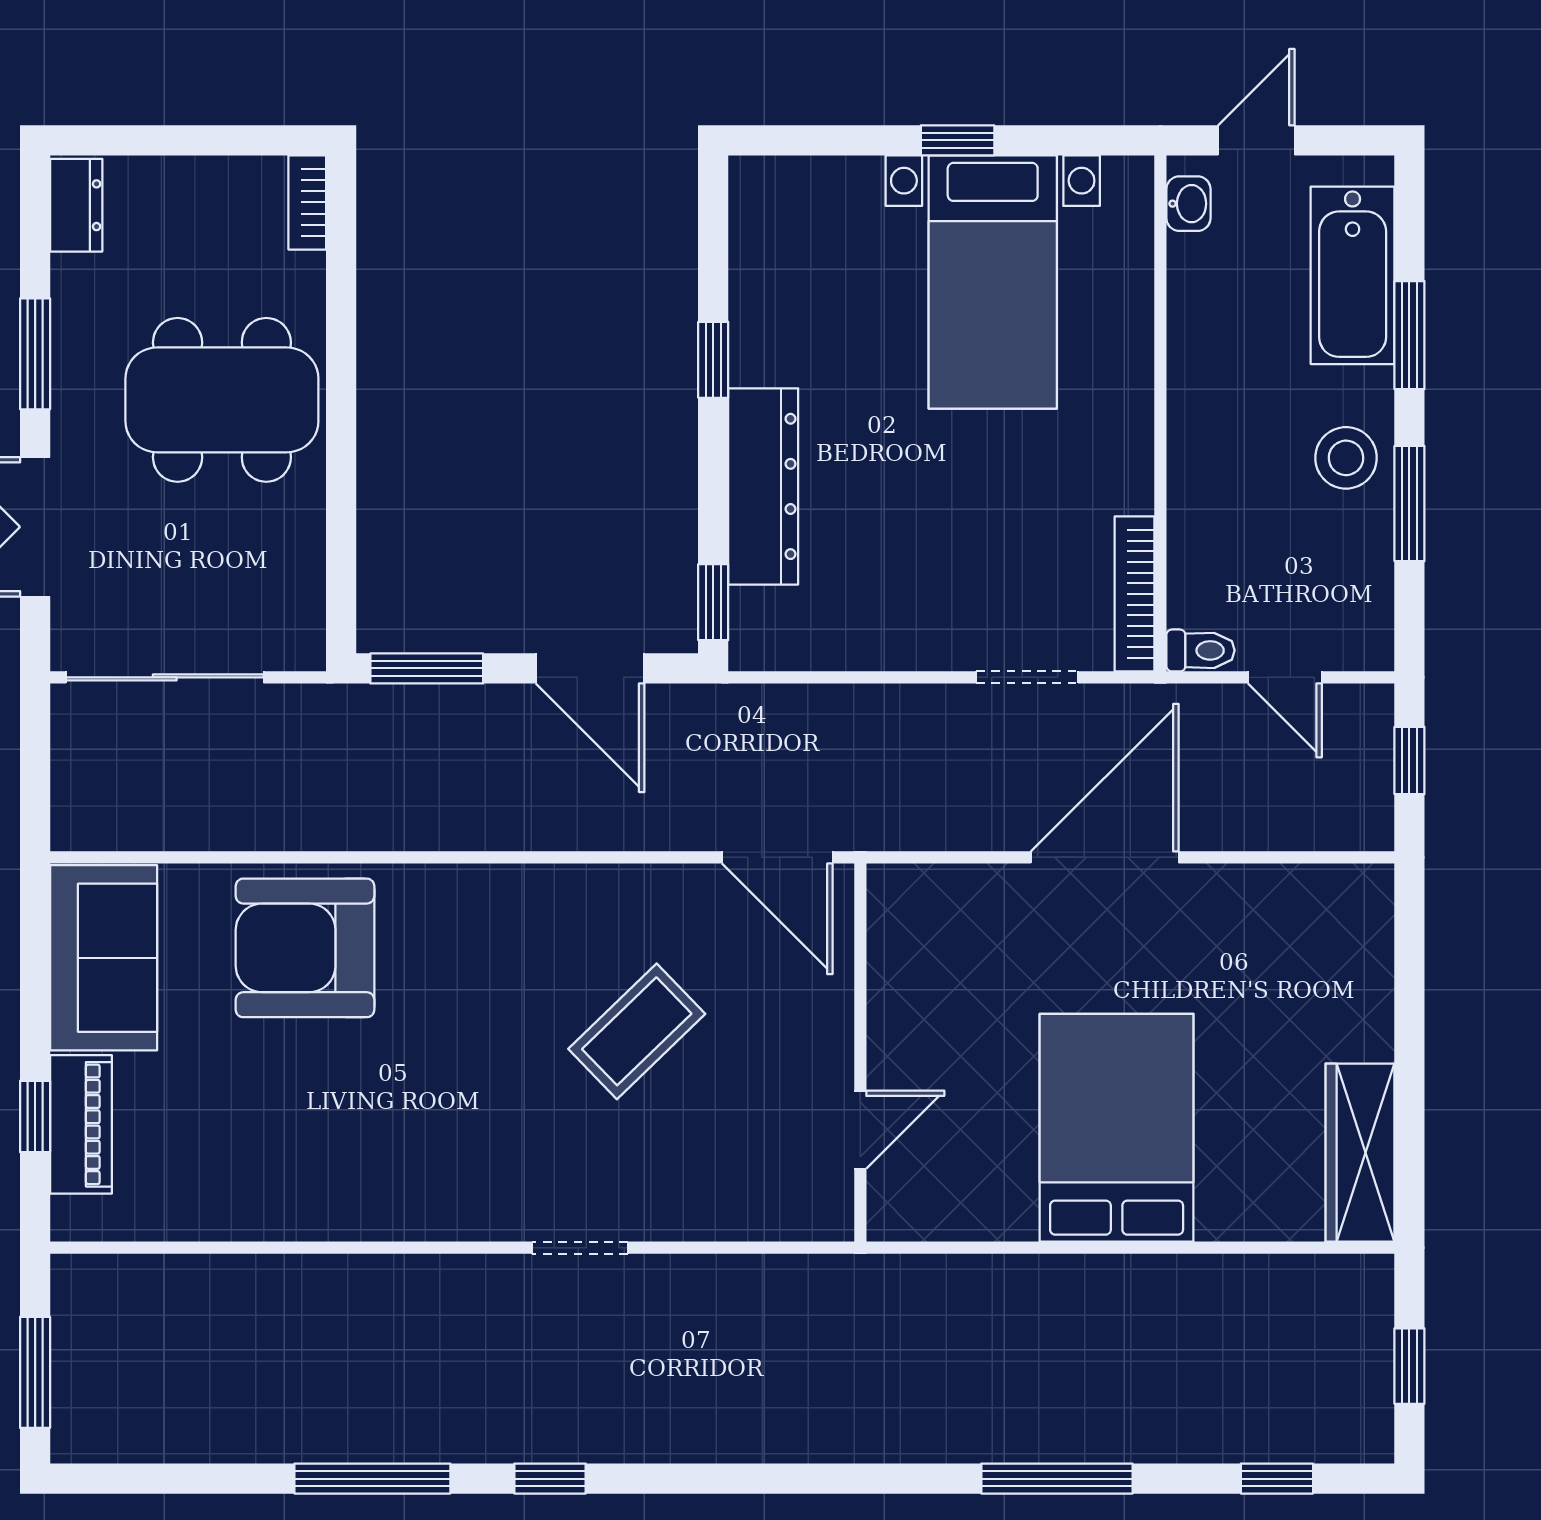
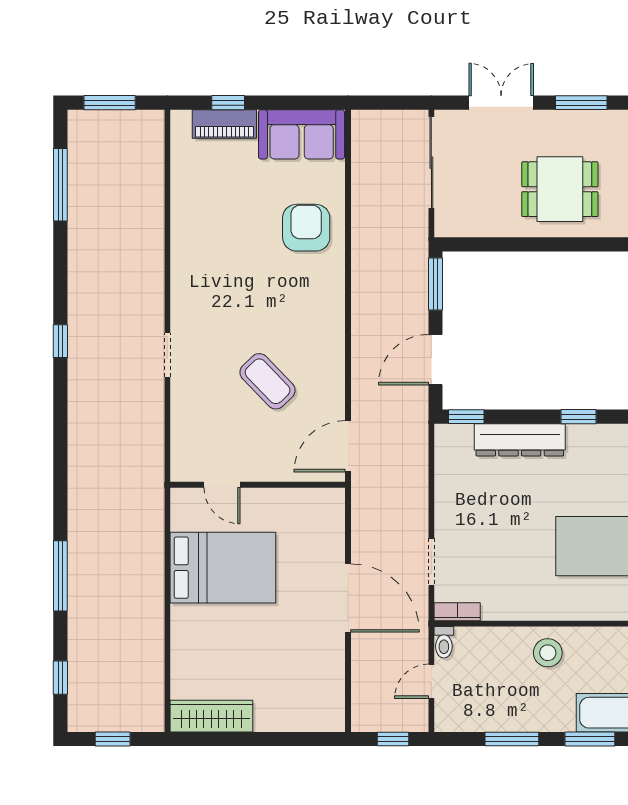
dining table: (222, 400) -> (560, 189), width x0.73
stool: (1346, 458) -> (548, 653), moved
bookcase: (1134, 594) -> (457, 612), width x0.64
armchair: (305, 948) -> (306, 228), width x0.73, depth x0.73
bed: (1117, 1128) -> (223, 568), moved
window: (372, 1479) -> (60, 185), moved

